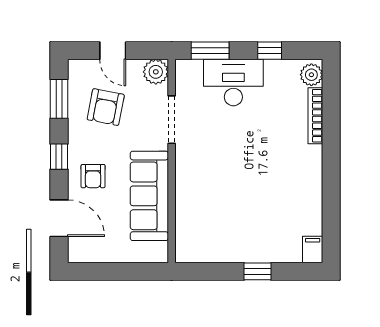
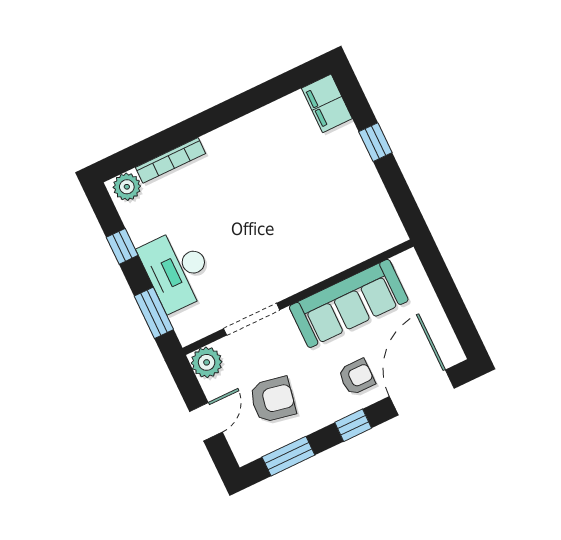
door: (59, 218) -> (422, 392), width x1.36
filing cabinet: (313, 249) -> (327, 103), width x2.00

